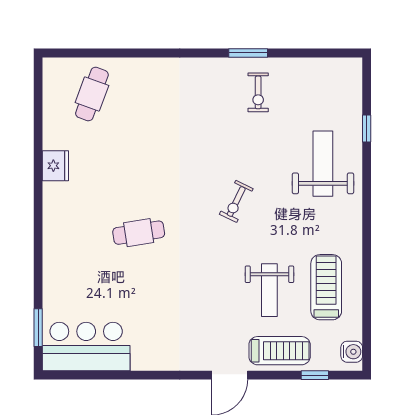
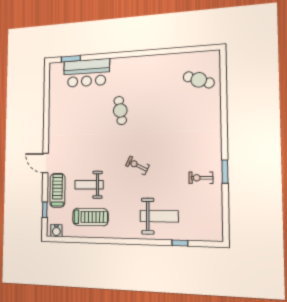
fridge: (55, 166) -> (157, 62), removed
bar counter: (86, 346) -> (87, 73), moved, turned 90
treadmill: (280, 351) -> (57, 190), turned 180

